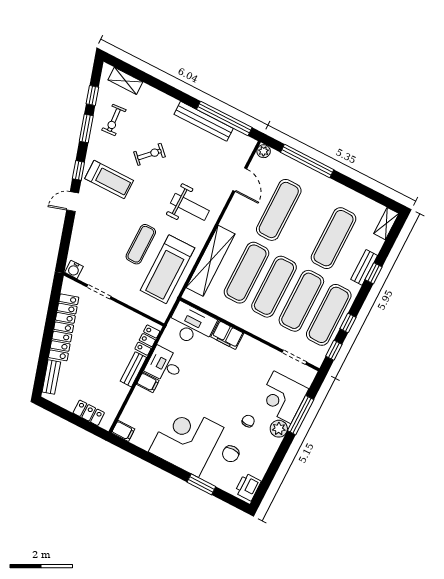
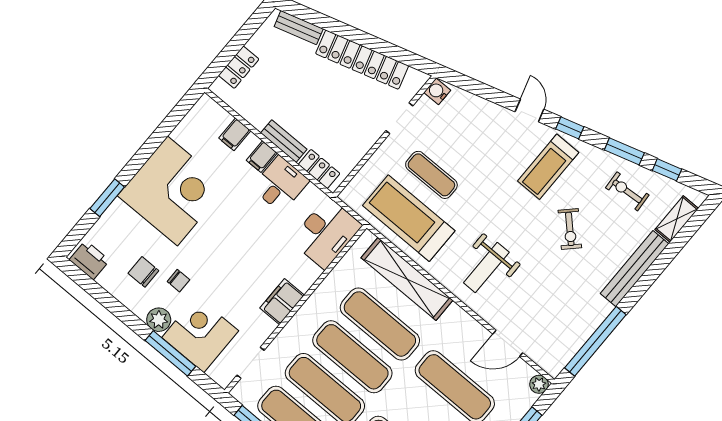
bench: (204, 121) -> (635, 269), moved
exercise mat: (141, 244) -> (431, 175), moved
filing cabinet: (227, 335) -> (282, 302), moved
filing cabinet: (123, 431) -> (235, 134), moved
chair: (231, 454) -> (143, 272), moved

